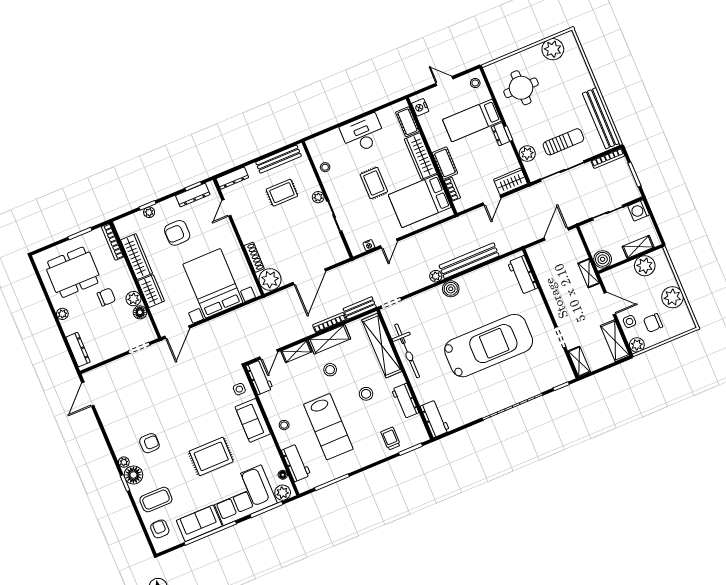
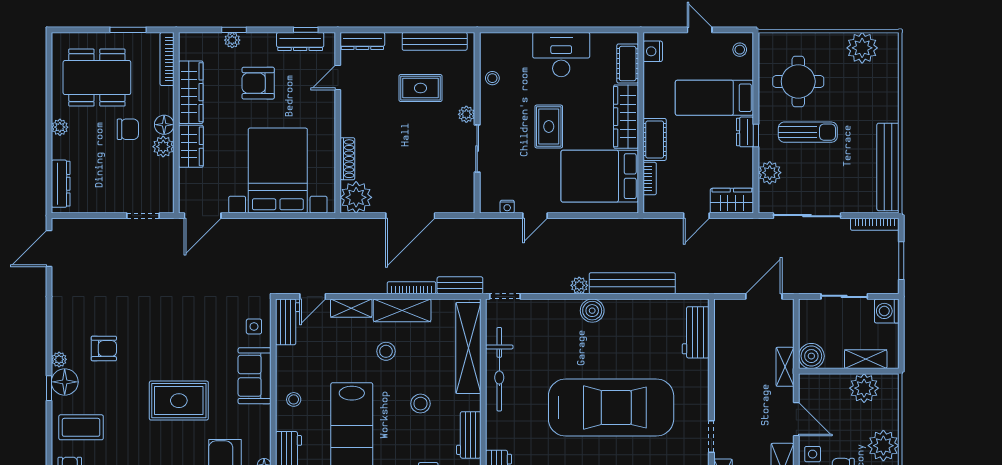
sun lounger: (563, 142) -> (808, 132), moved
floor lamp: (140, 312) -> (164, 125), moved

